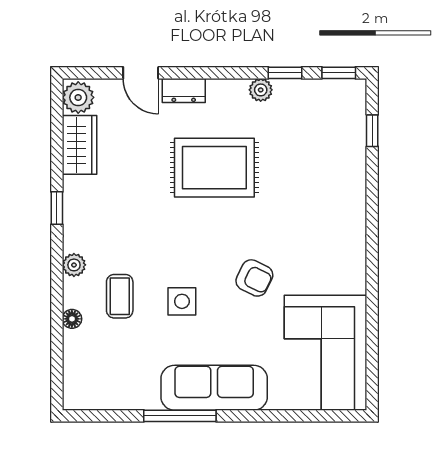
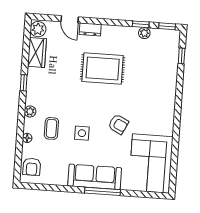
plant: (261, 90) -> (144, 33), moved
armchair: (85, 377) -> (32, 167), added
window: (180, 416) -> (103, 191), moved

